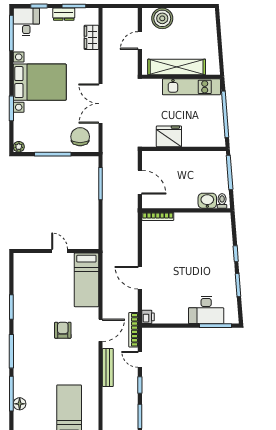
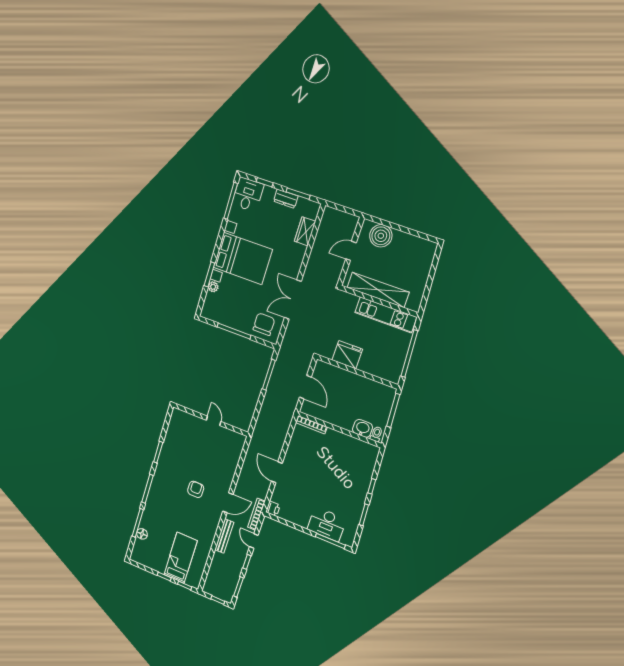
plant: (19, 147) -> (213, 287), moved
bed: (86, 280) -> (229, 455), removed

